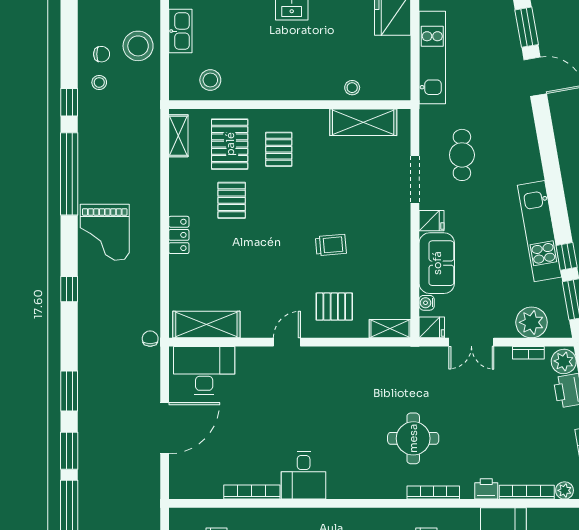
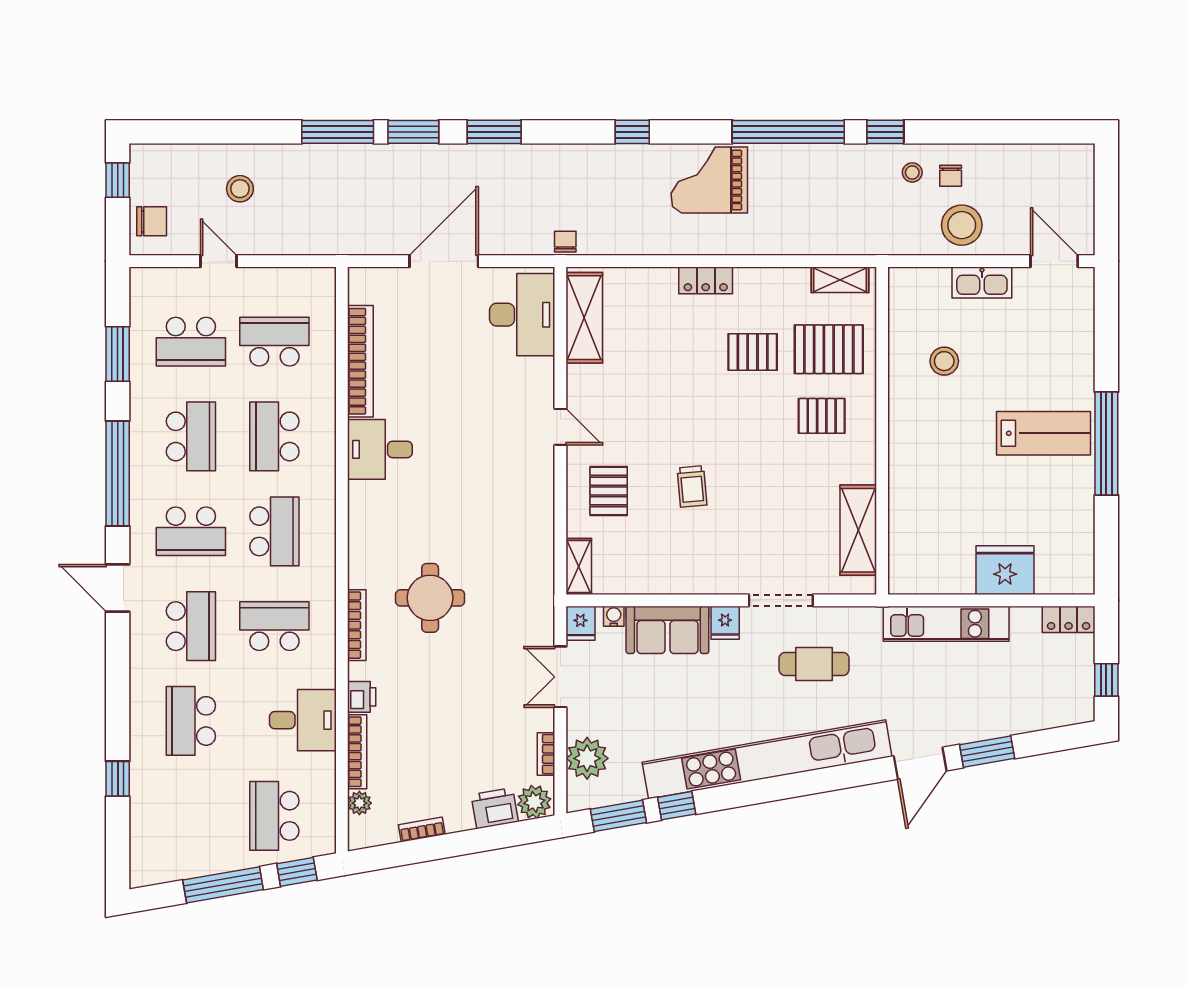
stool: (210, 80) -> (944, 361), moved
stool: (352, 88) -> (905, 515), removed
kitchen unit: (540, 231) -> (767, 759), width x1.86
chair: (150, 339) -> (565, 242), turned -90
door: (165, 428) -> (444, 261), swing flipped
bookcase: (252, 492) -> (360, 361), width x1.48, depth x1.31

